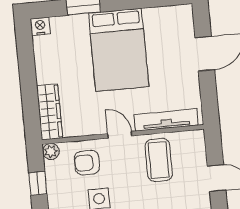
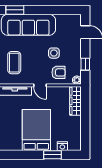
nightstand: (40, 26) -> (62, 146), moved
coffee table: (159, 160) -> (14, 63), moved

